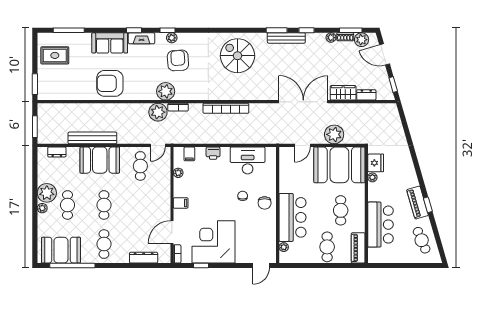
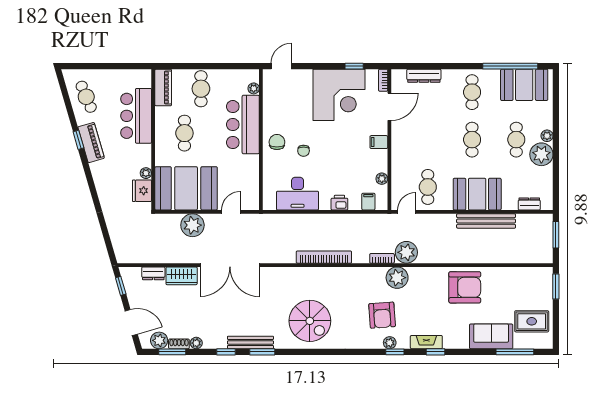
sofa: (110, 43) -> (491, 336), moved

